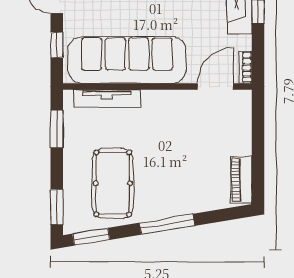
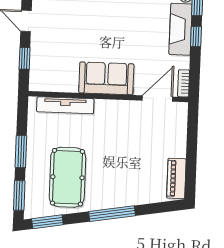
sofa: (127, 60) -> (106, 78), width x0.54, depth x0.79
window: (57, 129) -> (21, 152), moved

